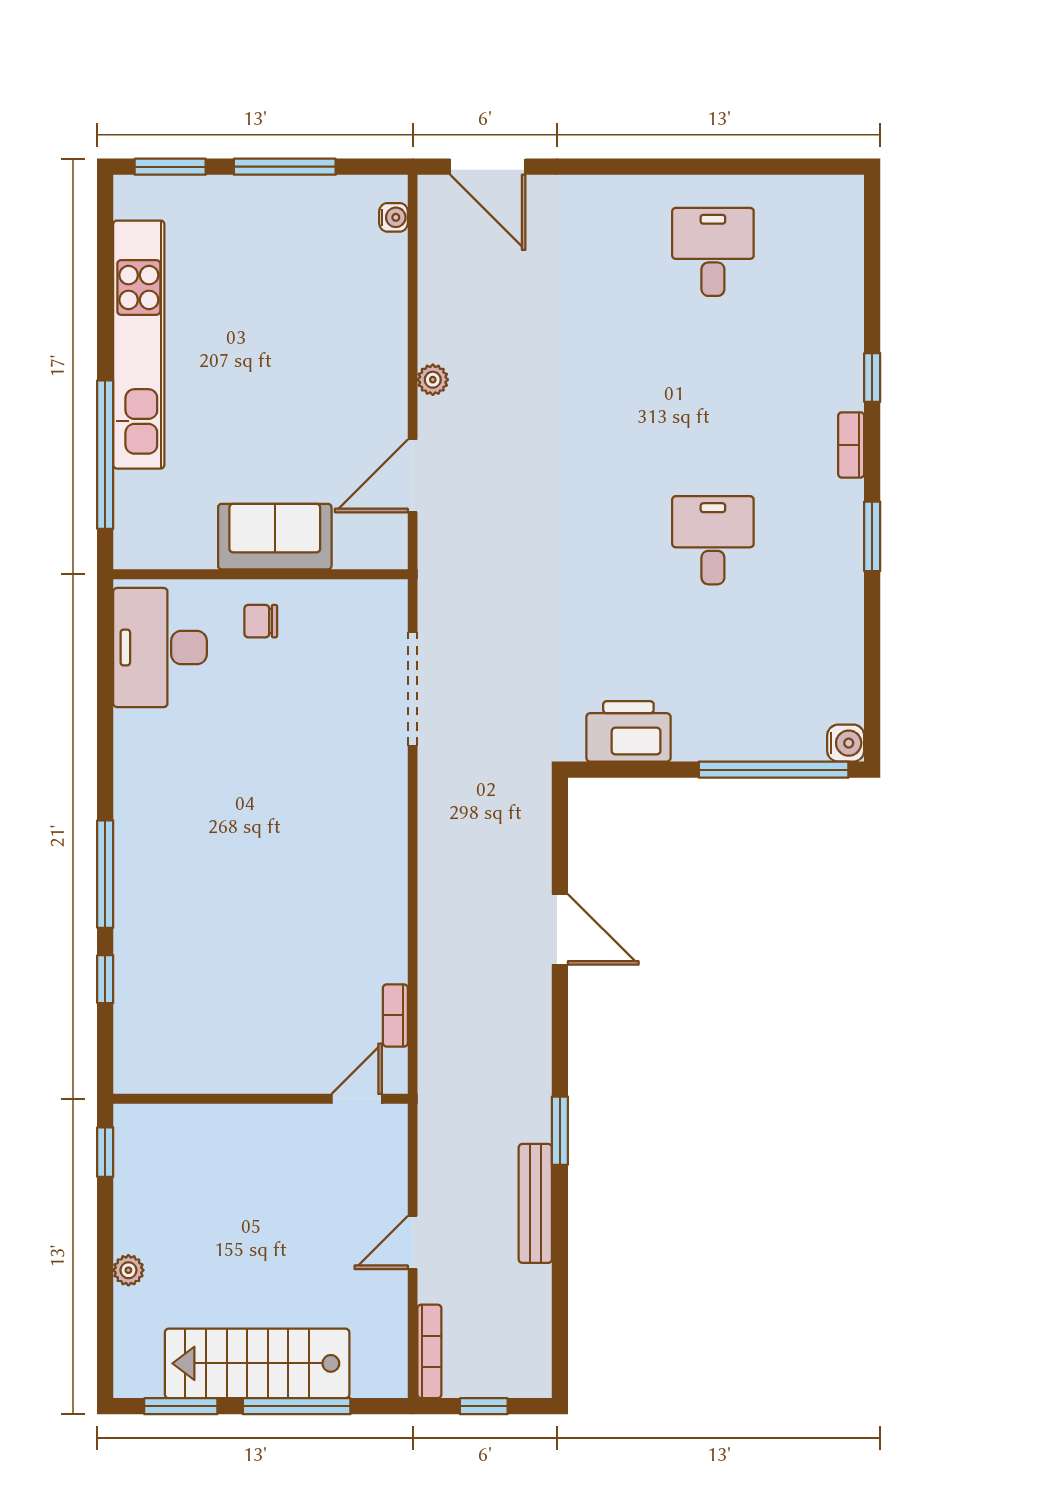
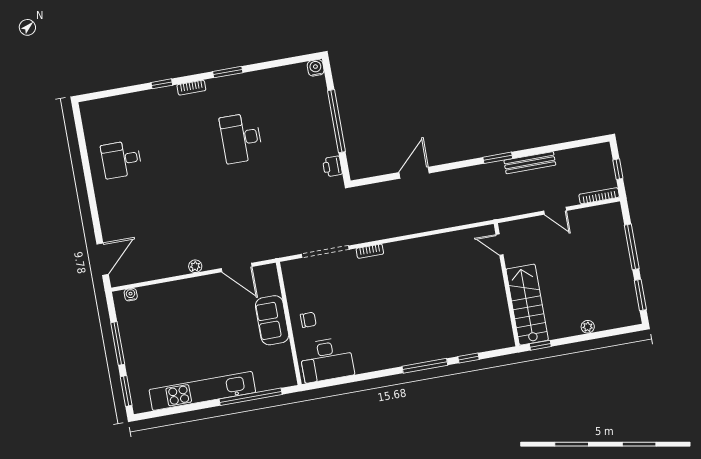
desk: (713, 540) -> (241, 138), width x1.37
chair: (261, 621) -> (308, 320), turned -90
printer: (628, 731) -> (332, 166), width x0.53, depth x0.68
window: (774, 770) -> (336, 121), moved
bookcase: (395, 1015) -> (370, 251), moved
stairs: (257, 1363) -> (527, 305), moved, turned 180

